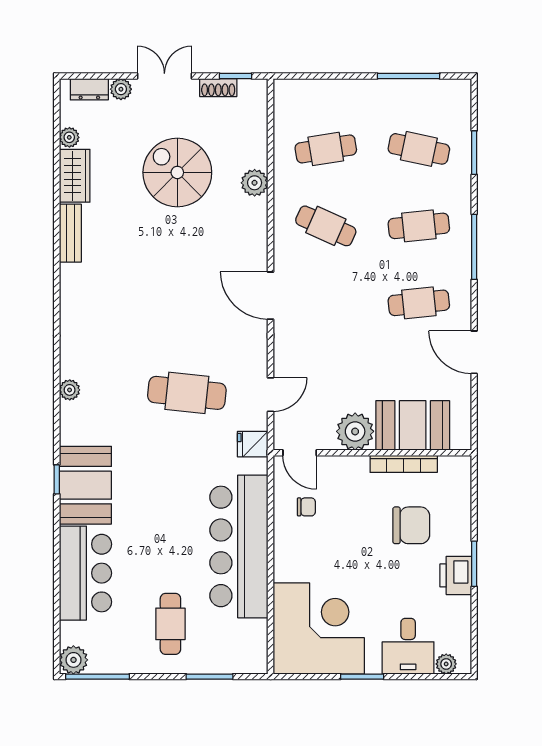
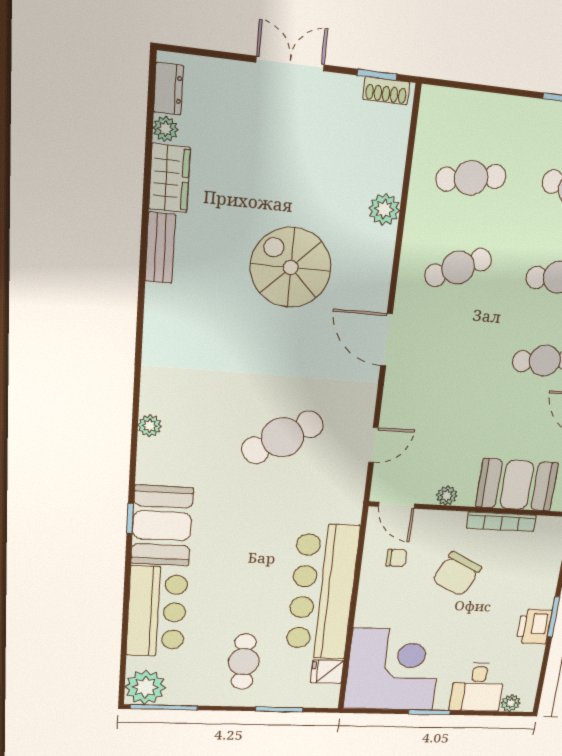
shoe rack: (218, 88) -> (386, 91), moved
dresser: (89, 89) -> (168, 89), moved, turned -90
plant: (121, 89) -> (235, 74), removed
spiral stairs: (177, 172) -> (291, 267), moved
cafe table: (326, 226) -> (458, 267), turned -48
cafe table: (187, 393) -> (282, 437), turned -37
plant: (355, 431) -> (447, 496), width x0.53, depth x0.53
fridge: (253, 444) -> (327, 672), moved
chair: (411, 525) -> (457, 574), moved, turned 116
plant: (73, 660) -> (145, 687), width x1.36, depth x1.36

